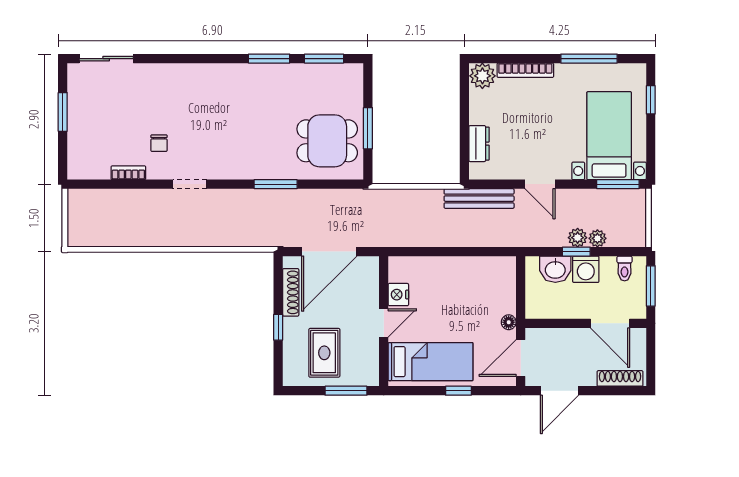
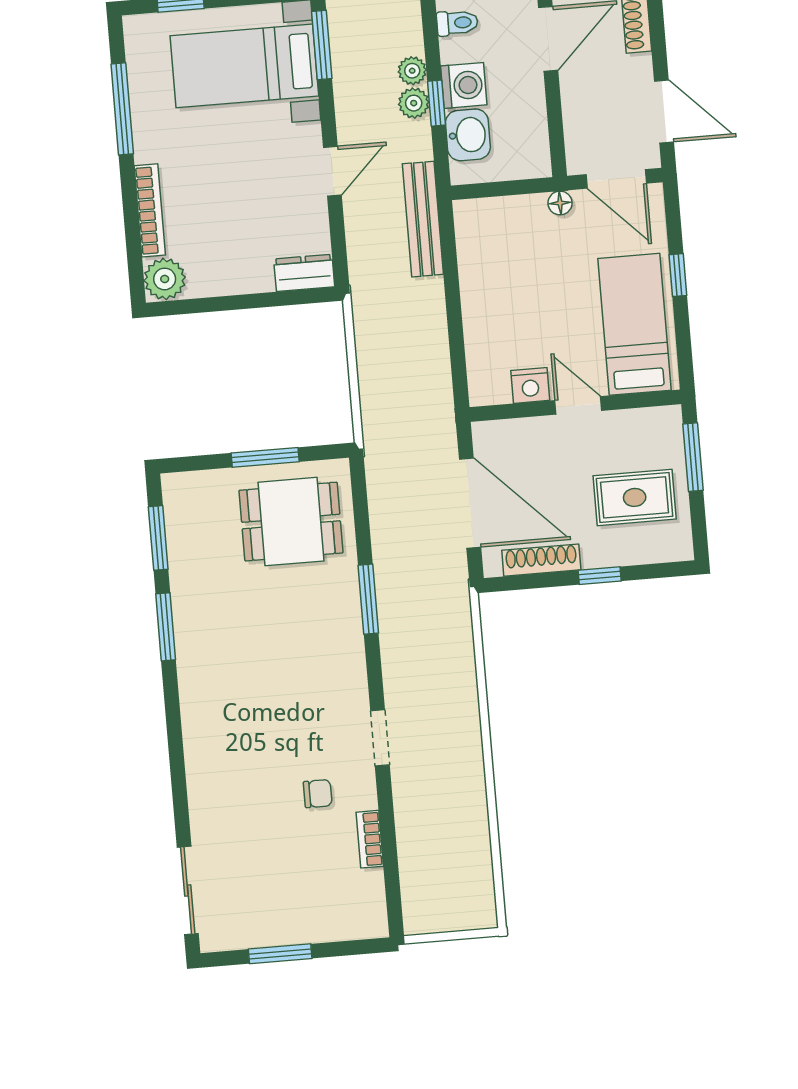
dining table: (327, 141) -> (291, 522), turned 90
dresser: (479, 144) -> (304, 273), moved
bench: (479, 199) -> (423, 219), moved

